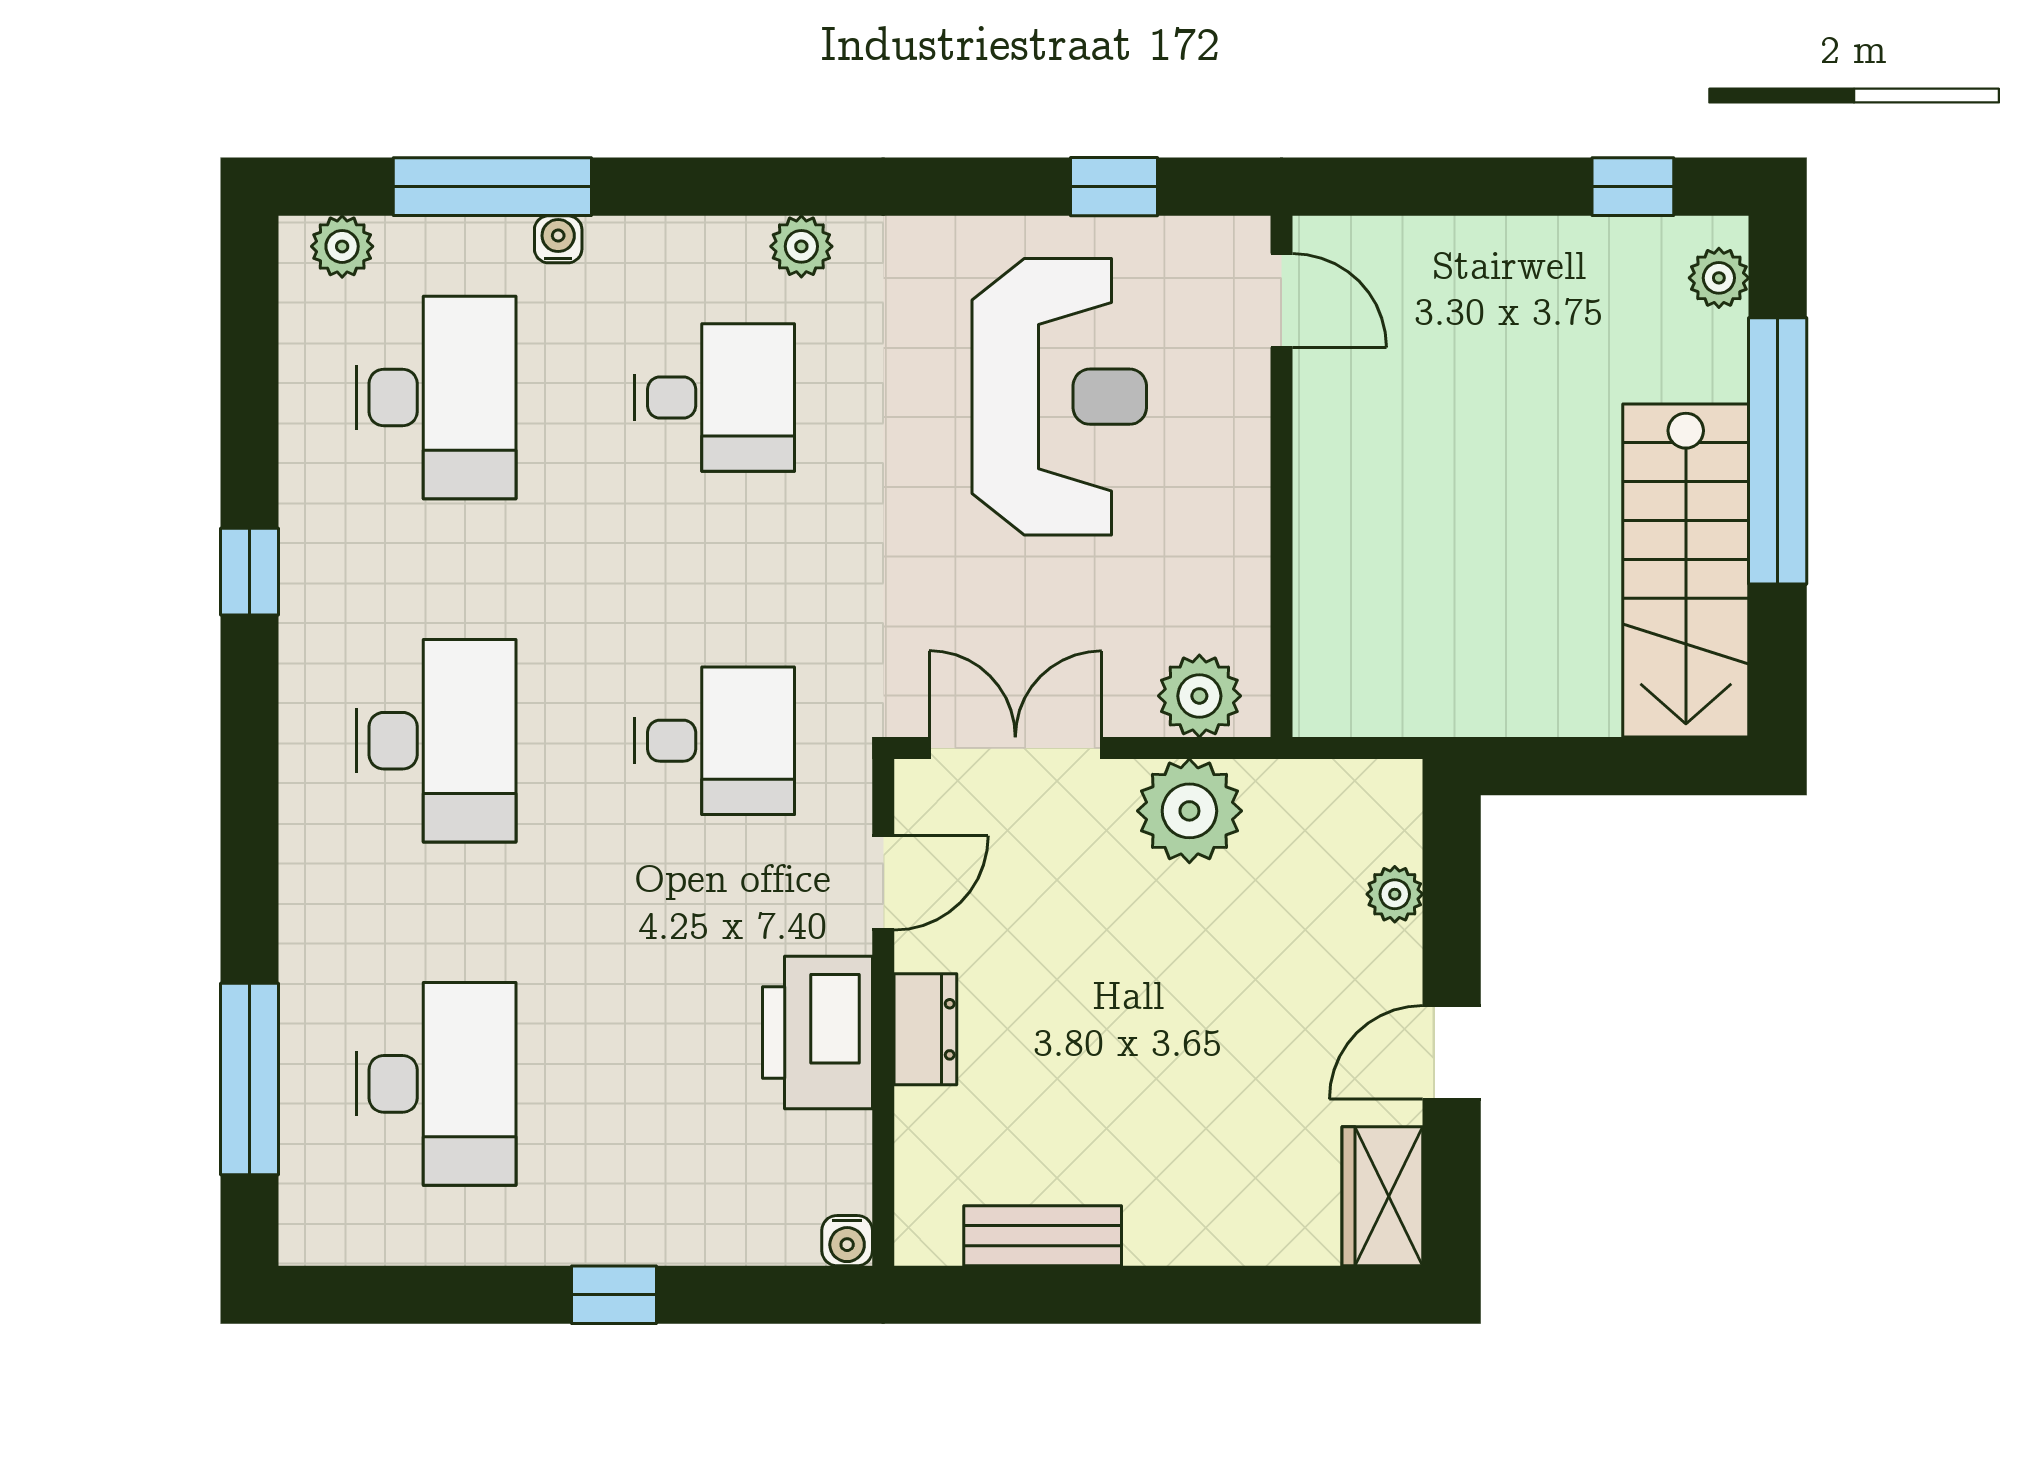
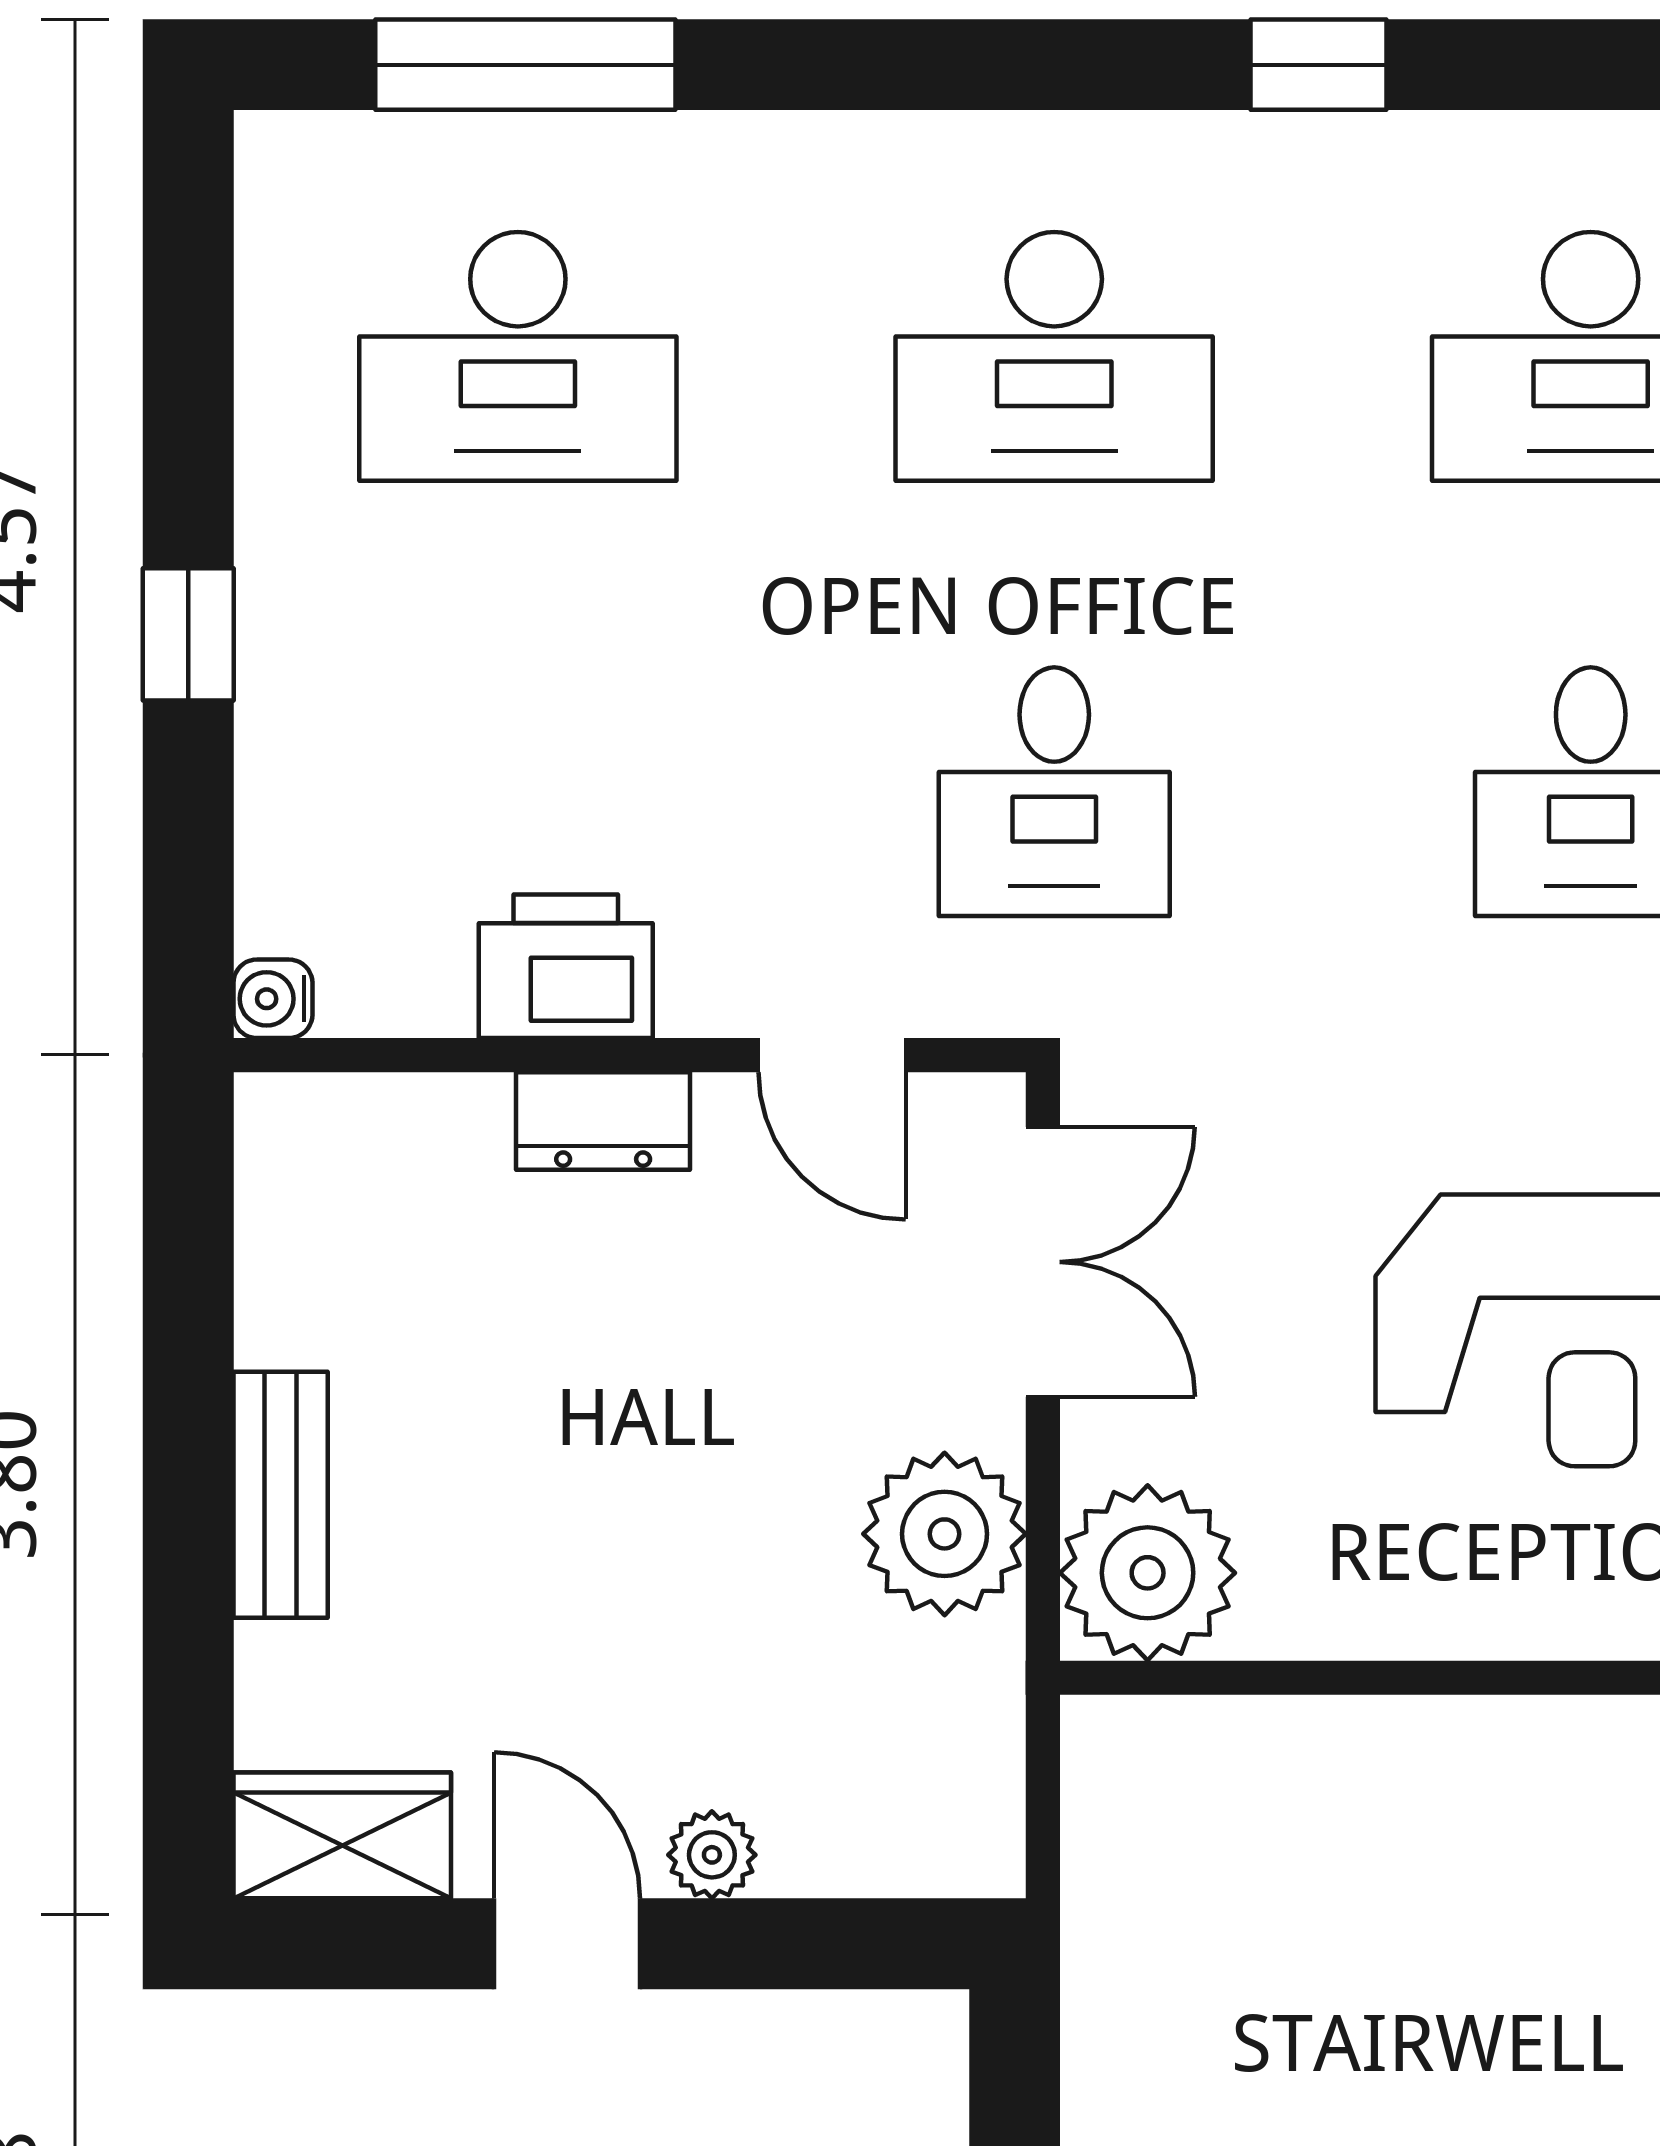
plant: (1199, 696) -> (1148, 1573), width x1.36, depth x1.36
plant: (1395, 894) -> (712, 1855), moved
printer: (817, 1032) -> (566, 966), width x0.73, depth x0.84
bench: (1043, 1236) -> (281, 1495), moved

